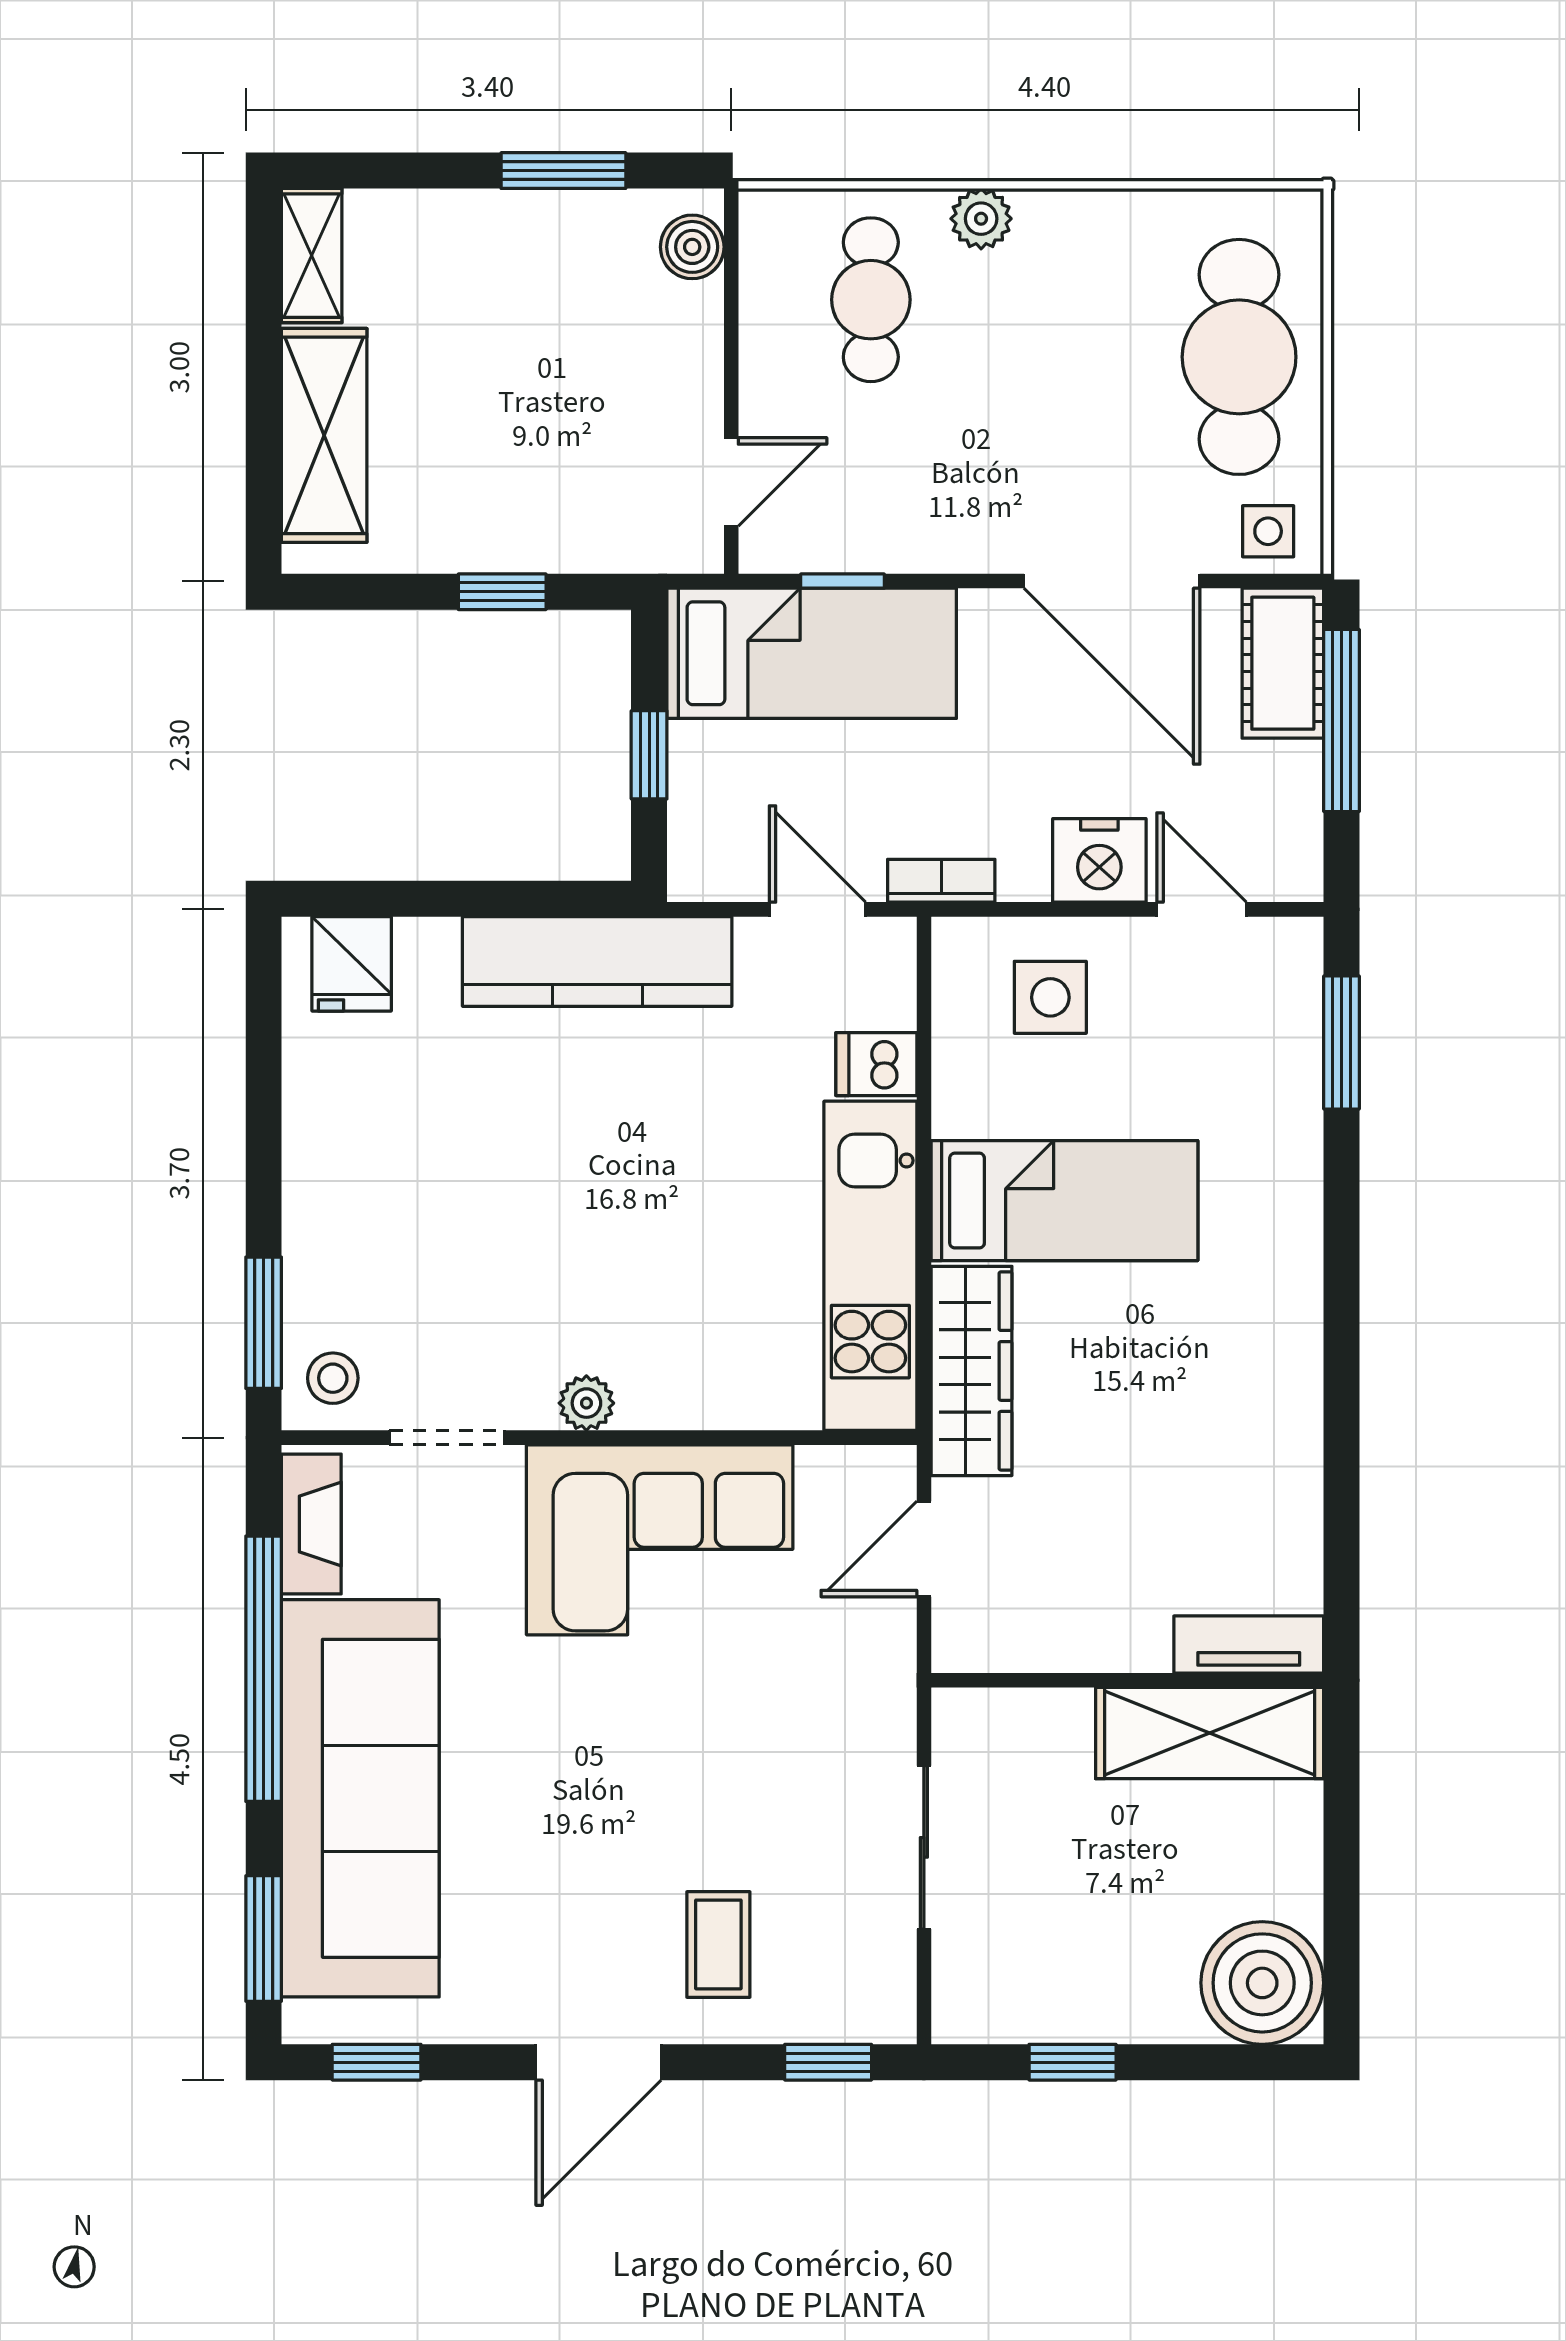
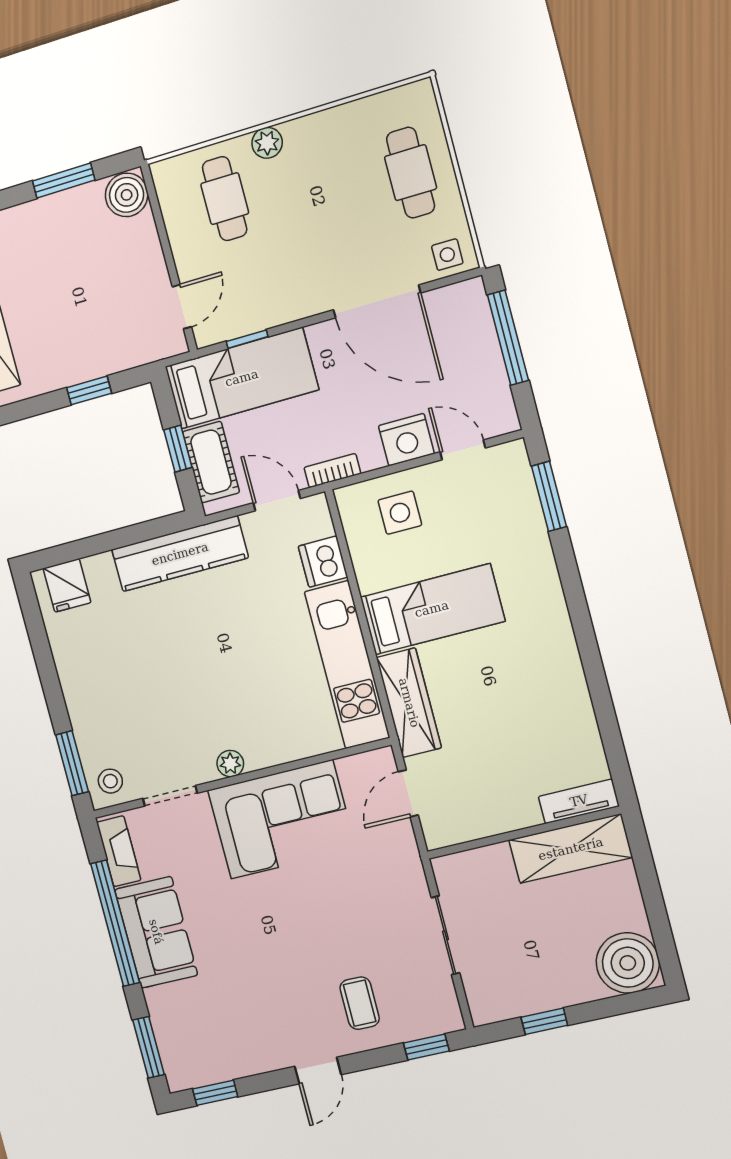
boiler: (692, 247) -> (127, 195), width x1.36, depth x1.36
cafe table: (1239, 357) -> (411, 173), width x0.73, depth x0.74
cot: (1283, 663) -> (211, 462), moved
dishwasher: (876, 1064) -> (323, 562), width x1.38
sofa: (360, 1798) -> (156, 932), width x0.54, depth x0.79
door: (599, 2062) -> (318, 1070), width x0.73

